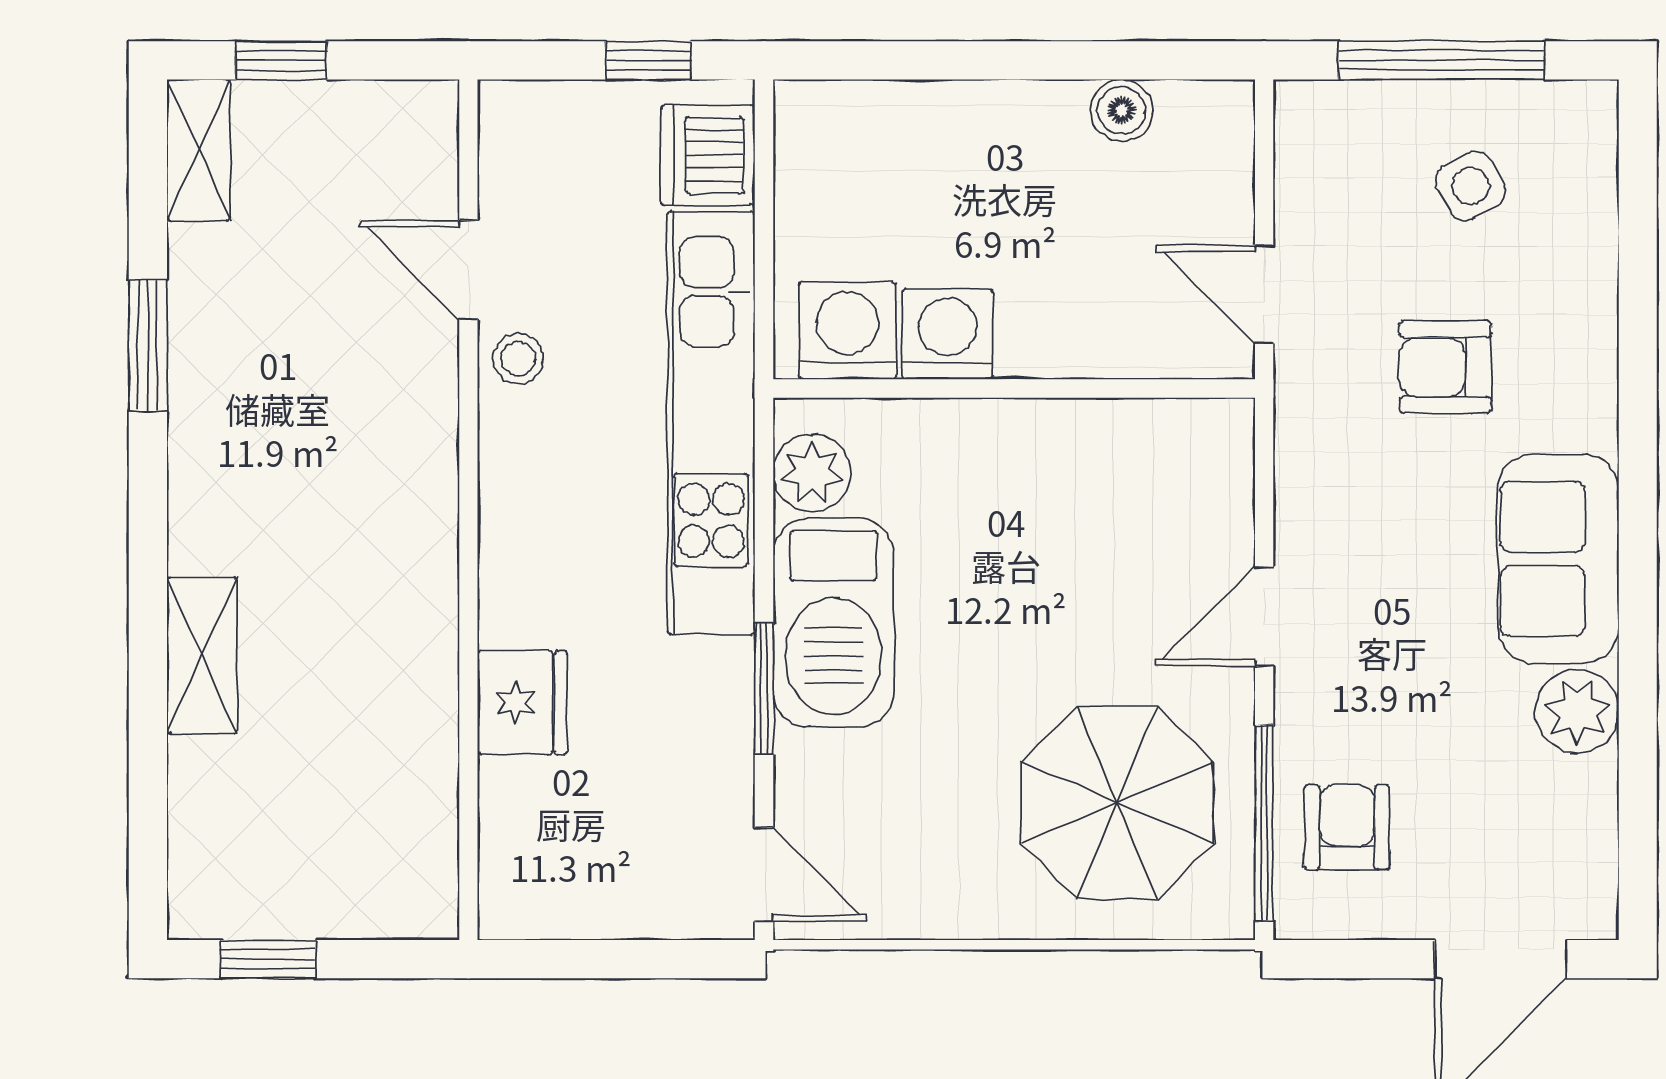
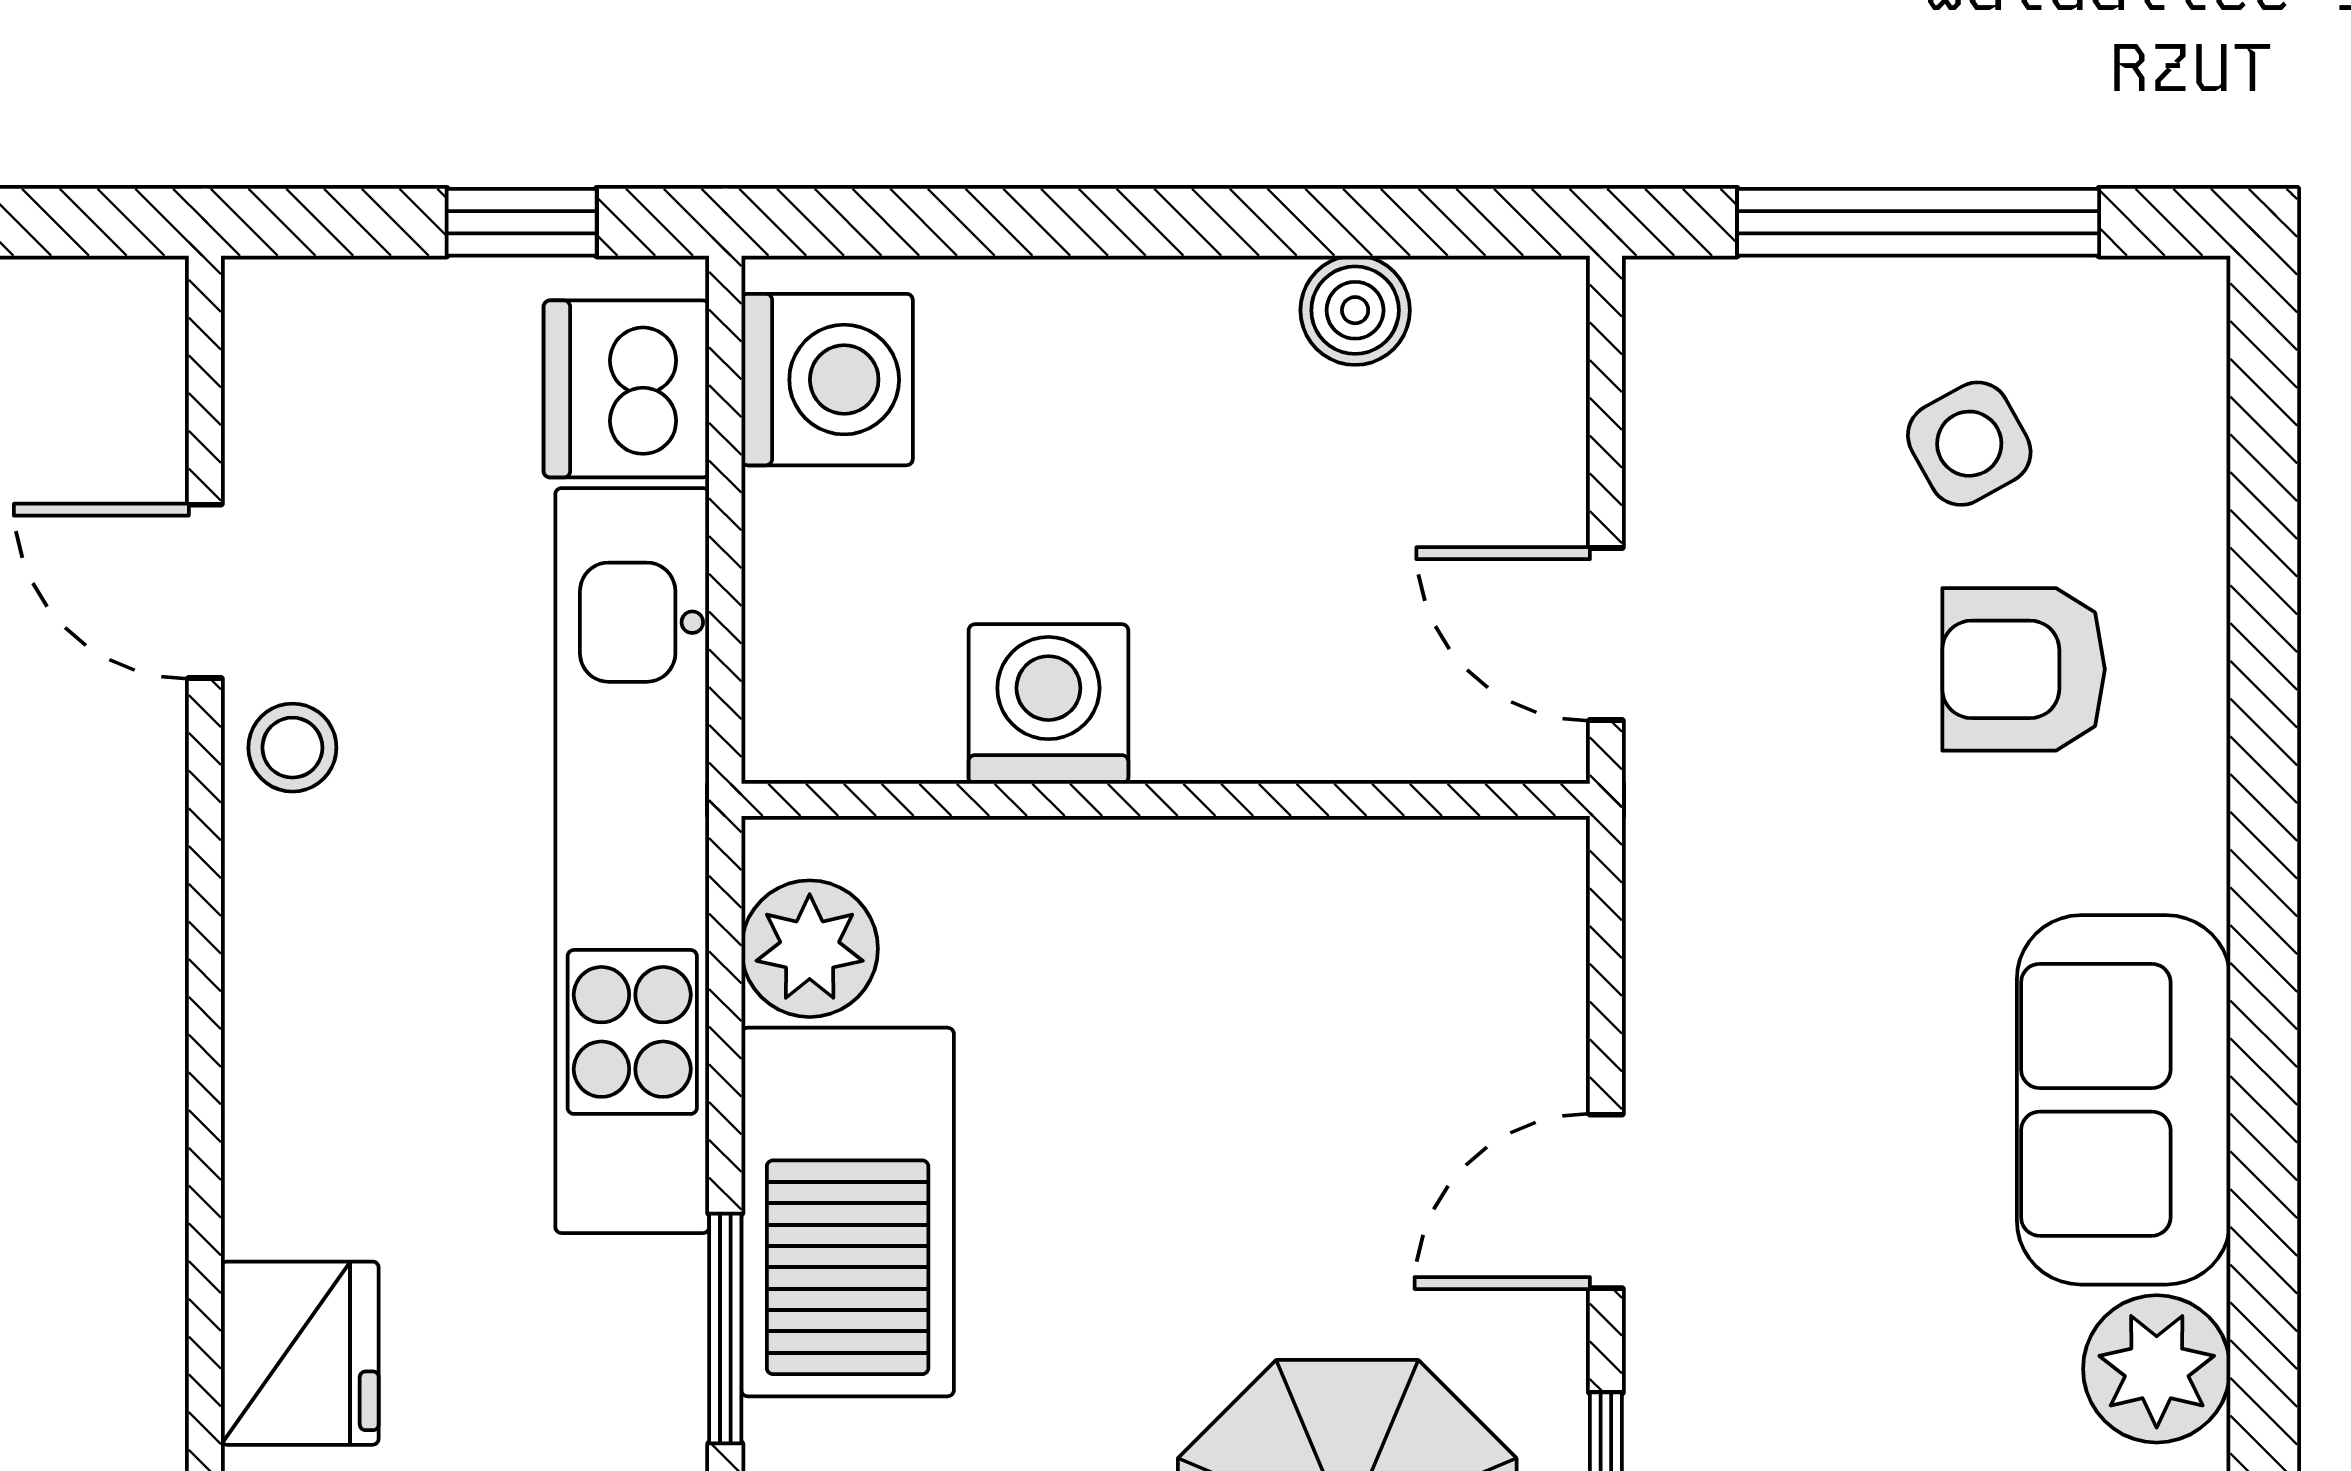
washing machine: (847, 331) -> (827, 380), moved, turned 90
armchair: (1445, 367) -> (2024, 669), moved

